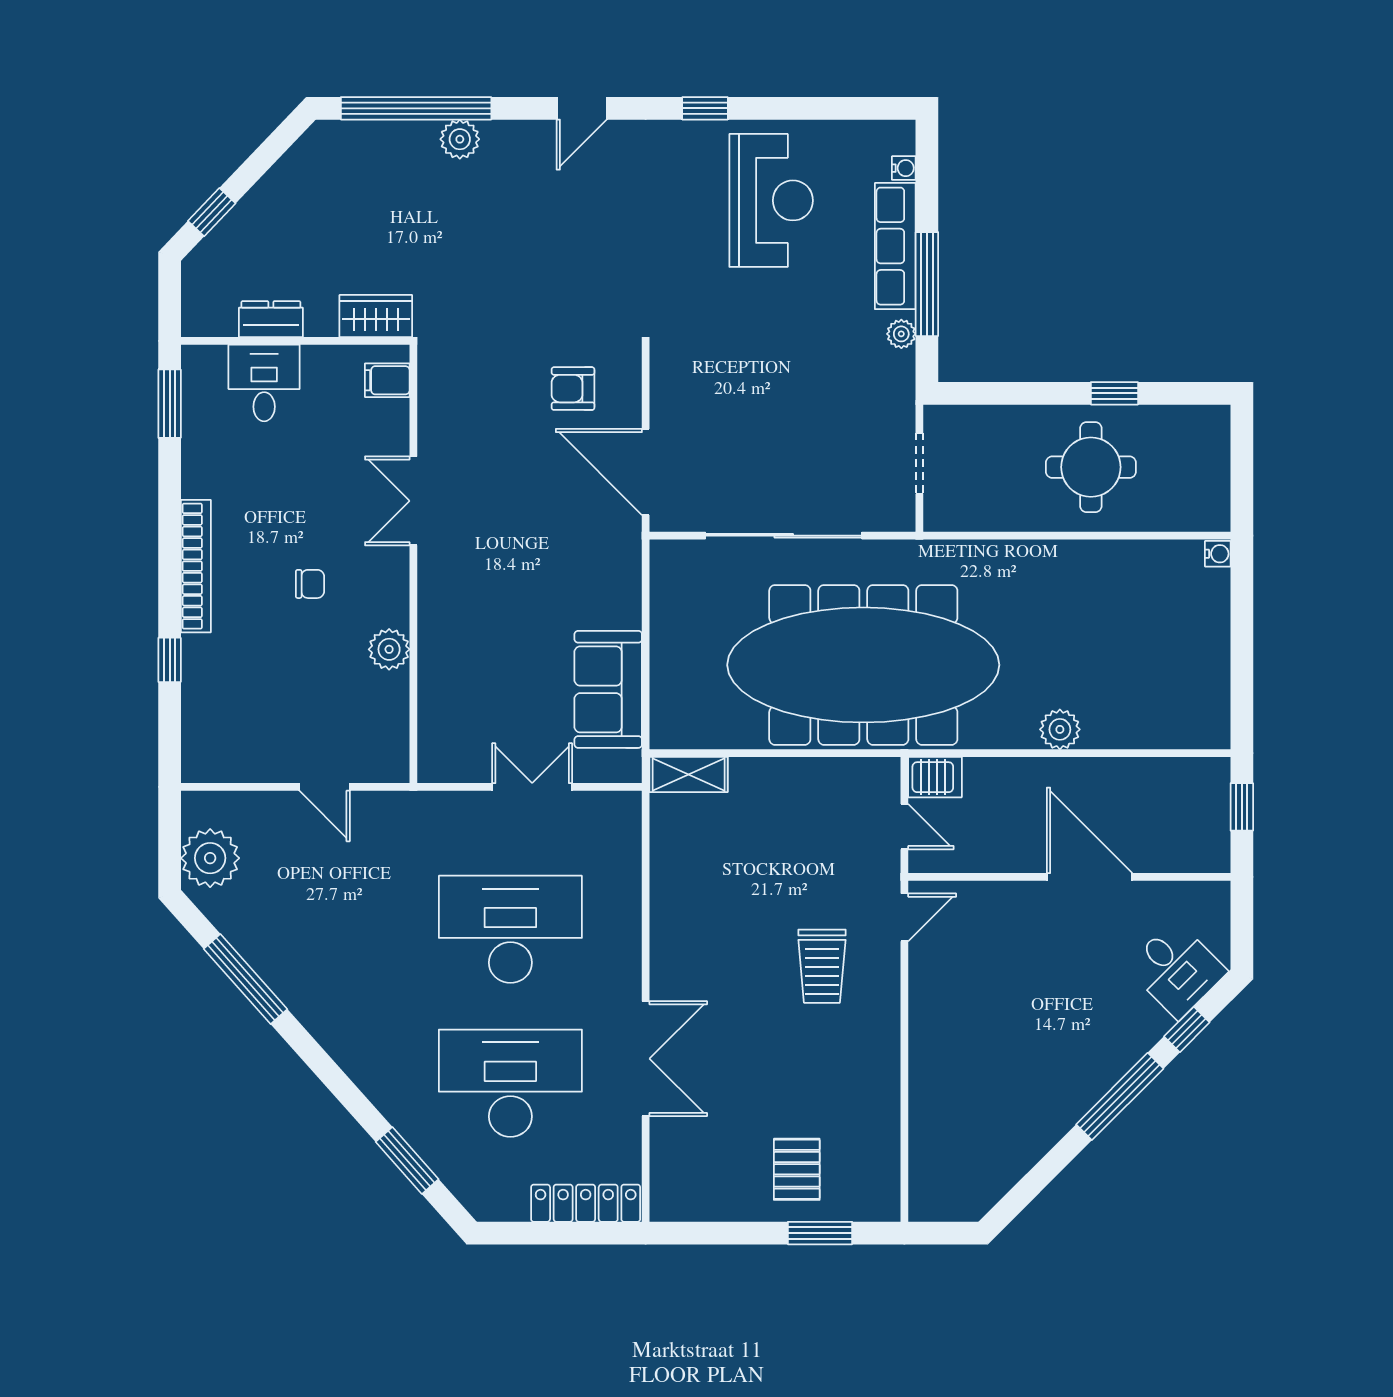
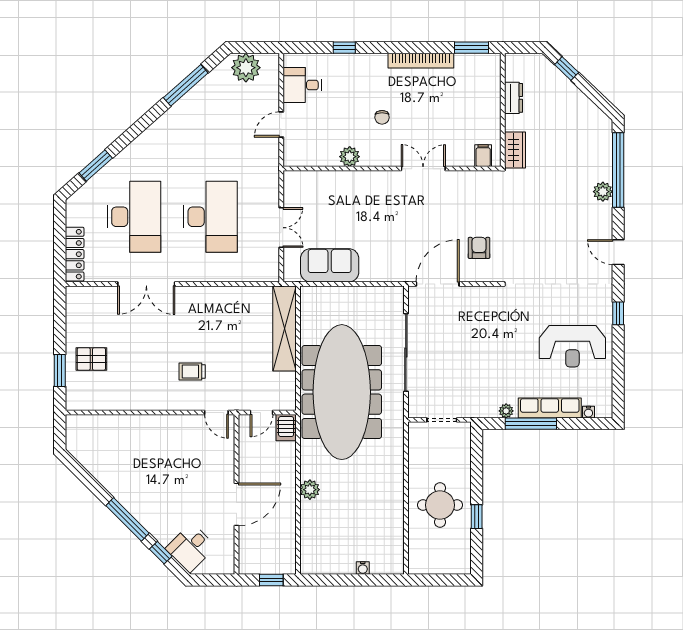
desk: (264, 383) -> (302, 85), moved, turned 180
water cooler: (1218, 554) -> (363, 568), moved
bookcase: (196, 566) -> (421, 61), moved
shelving: (689, 775) -> (284, 329), width x2.20, depth x1.33
trolley: (822, 966) -> (192, 371), width x0.73, depth x0.72

